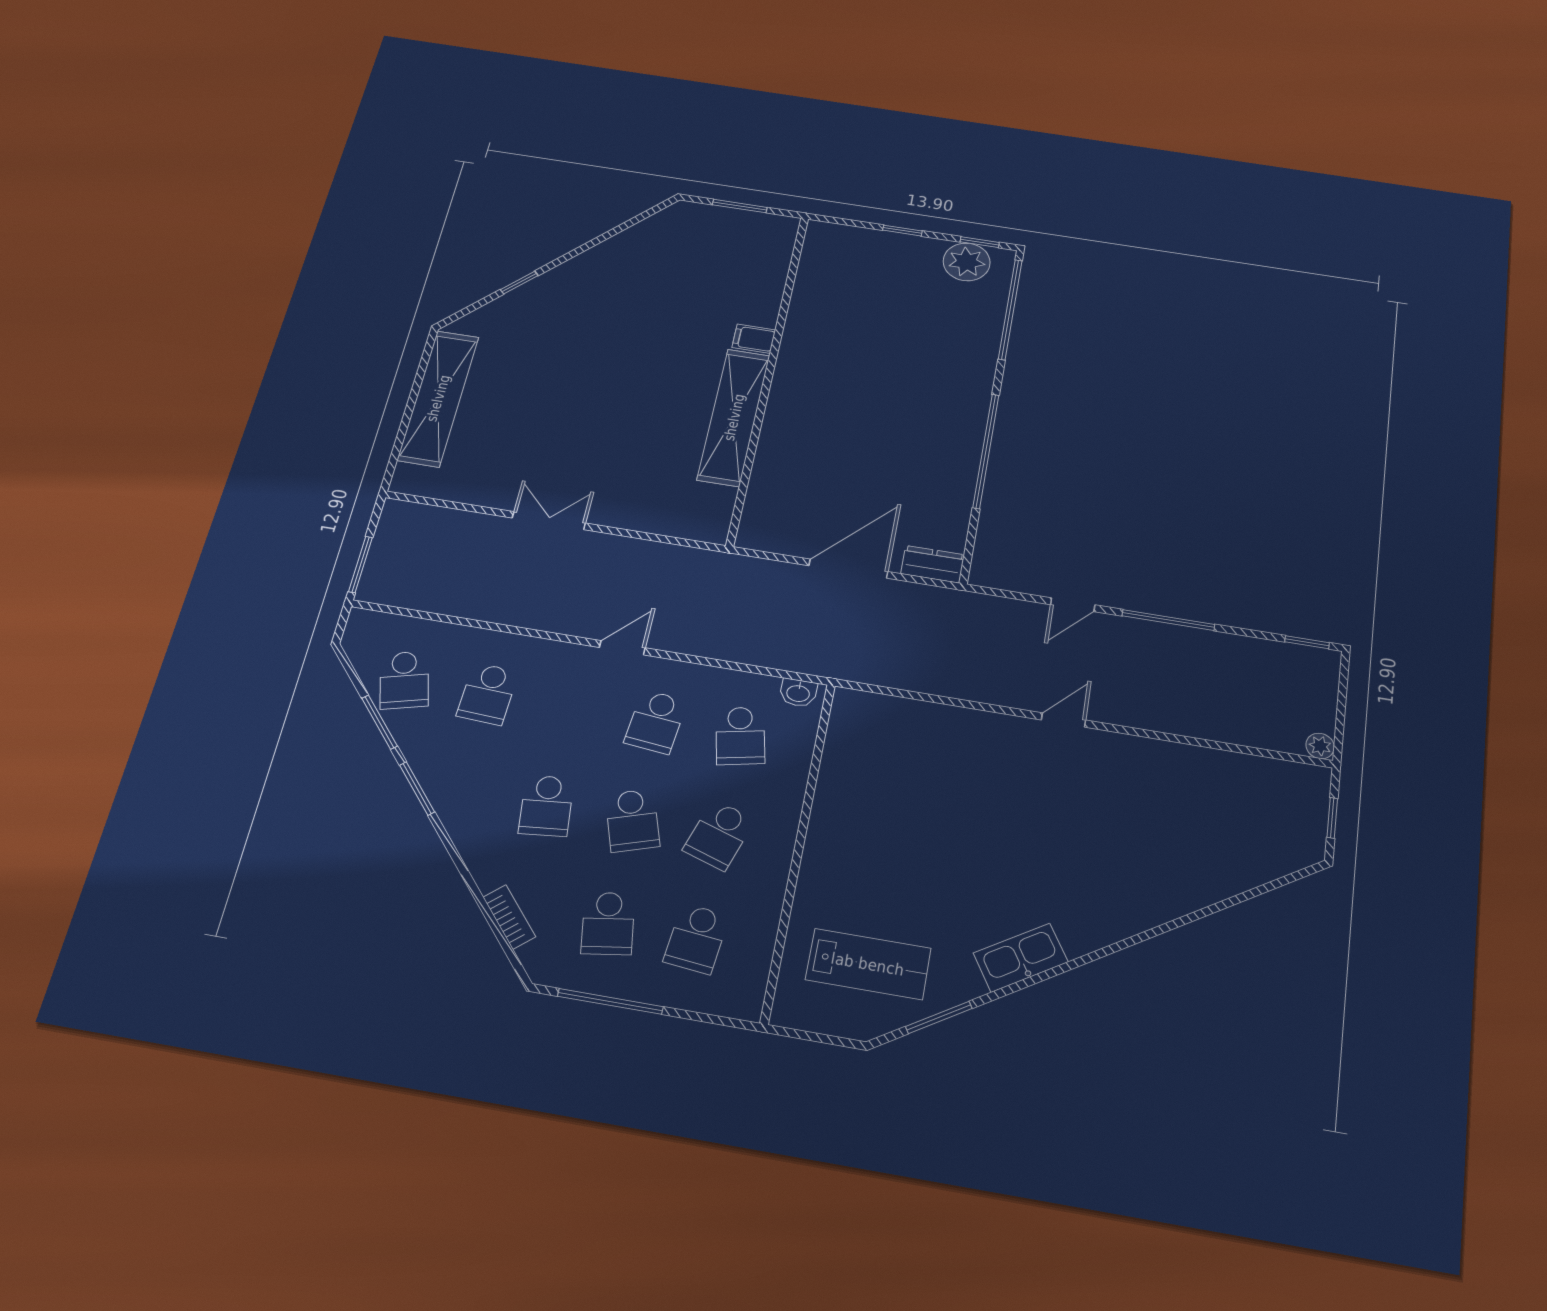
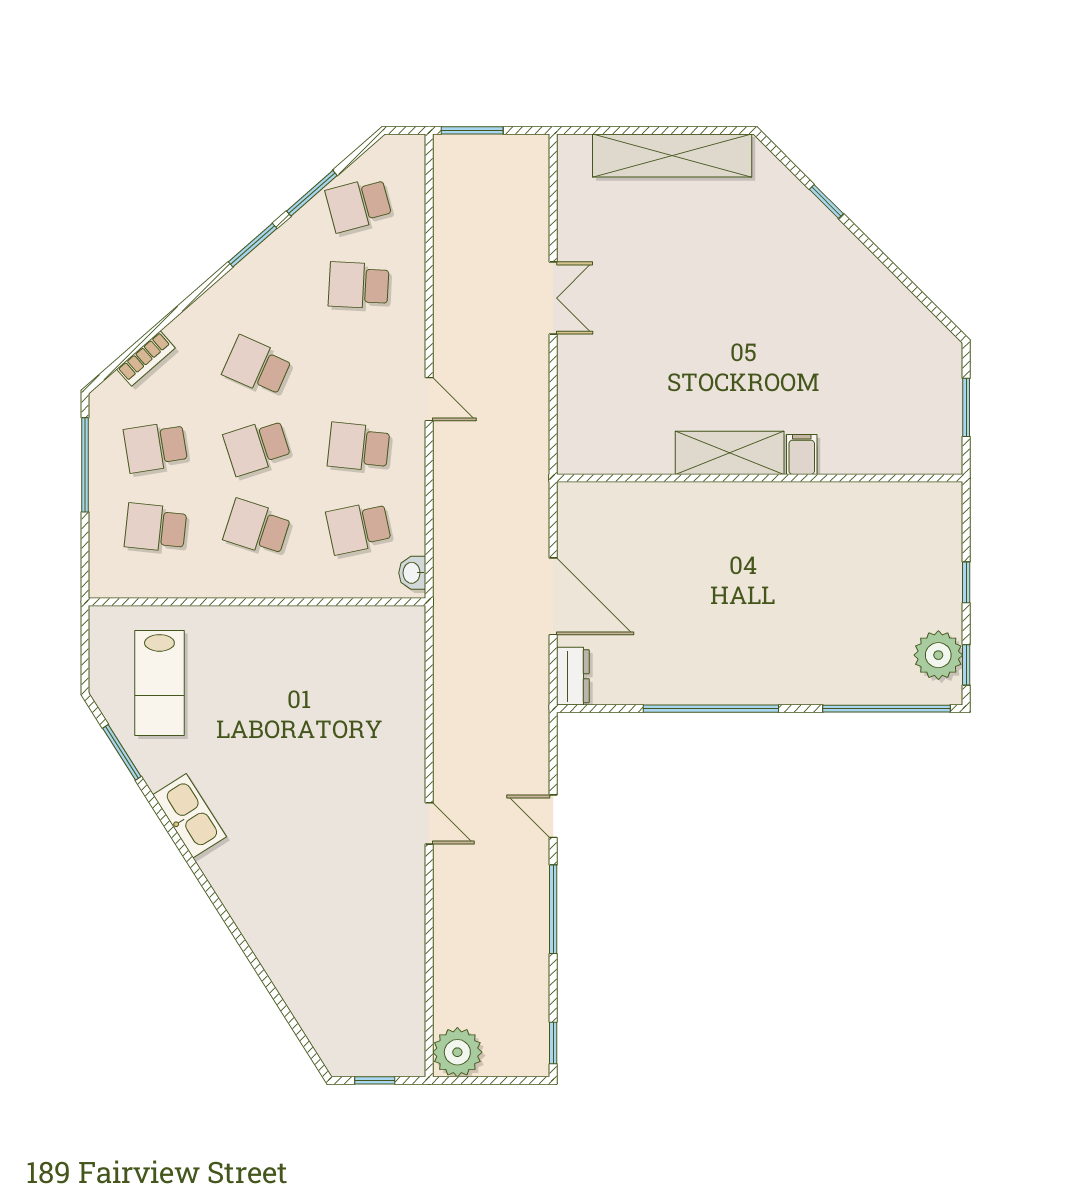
shelving: (734, 417) -> (730, 453), width x0.68
plant: (1320, 746) -> (457, 1052), width x1.88, depth x1.88
school desk: (546, 806) -> (257, 366), turned 30

